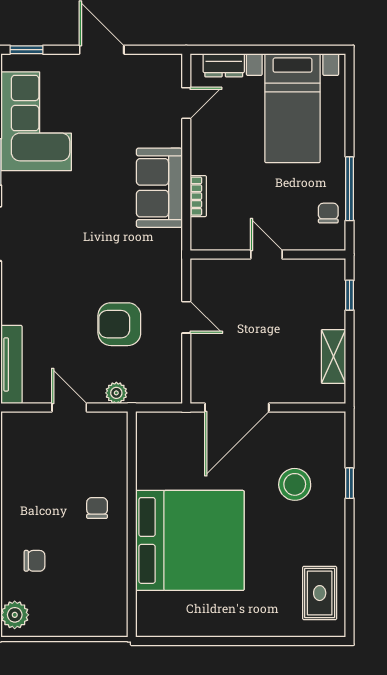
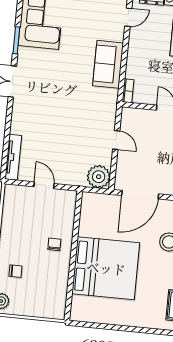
bookcase: (198, 196) -> (128, 91), moved
armchair: (119, 324) -> (77, 140), removed
plant: (116, 393) -> (99, 177), moved, width x1.88, depth x1.88

